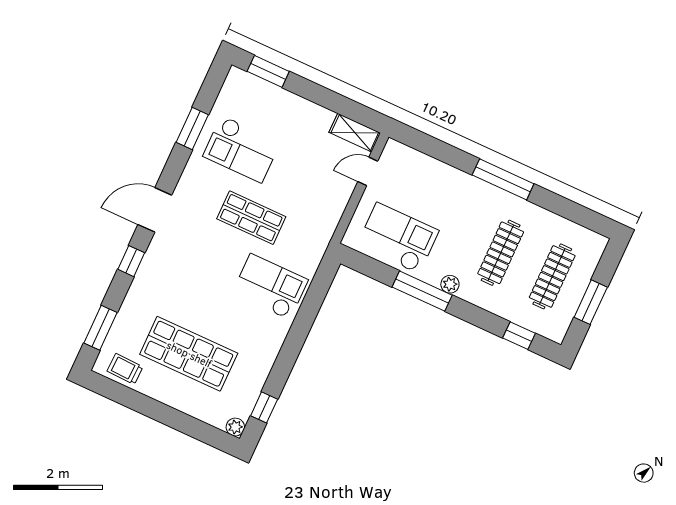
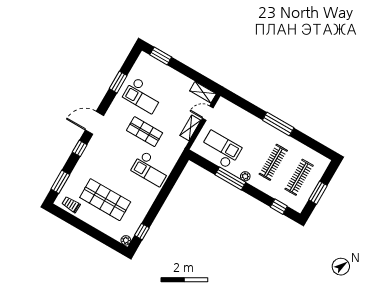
shelving: (337, 202) -> (190, 128), added
checkout: (270, 287) -> (151, 169), turned 180

